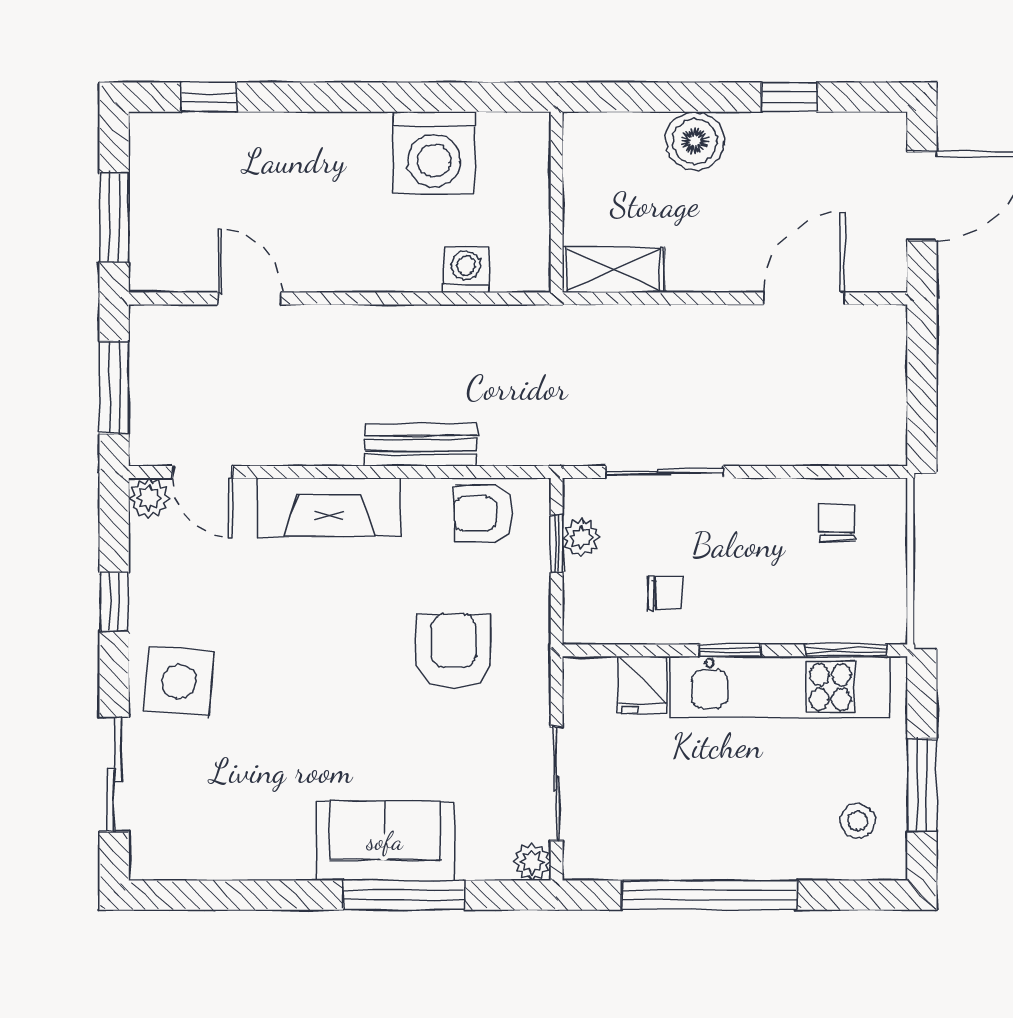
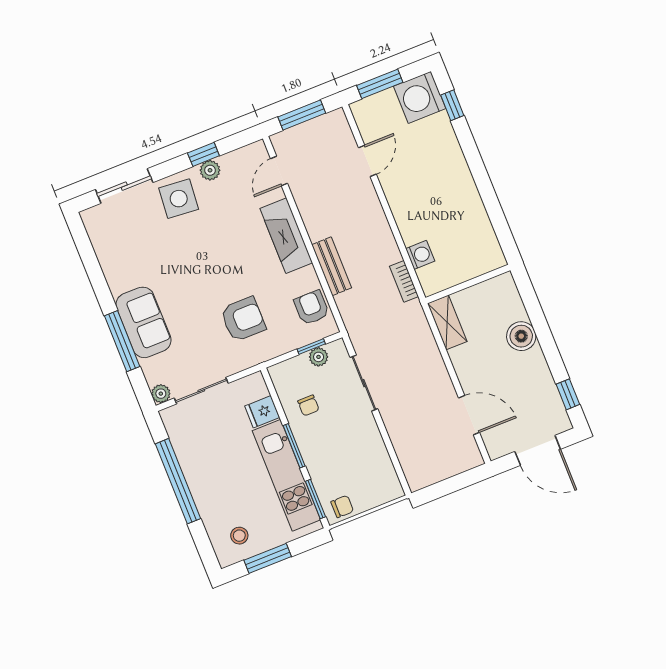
window: (789, 97) -> (568, 394), moved
washing machine: (434, 153) -> (420, 97), moved
bookcase: (504, 320) -> (404, 281), added
plant: (149, 498) -> (210, 170), moved
chair: (837, 523) -> (342, 506), moved
window: (730, 650) -> (294, 446), width x1.50

